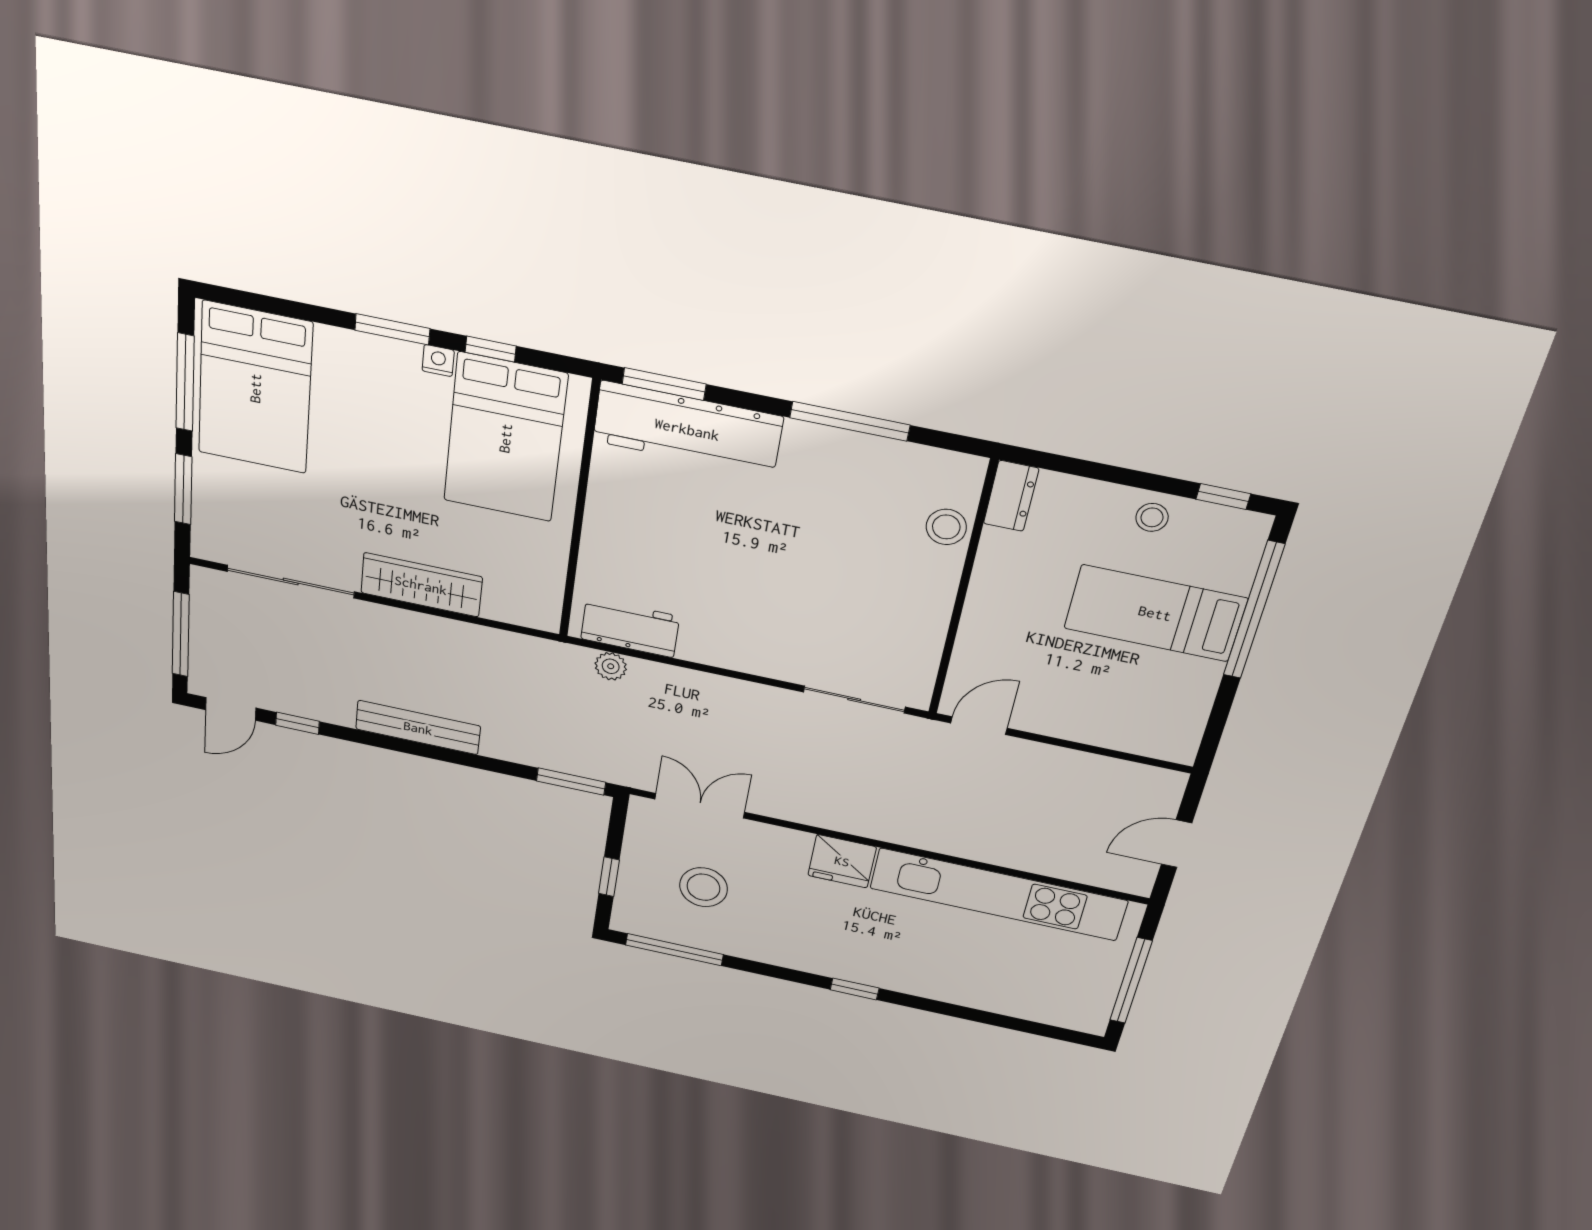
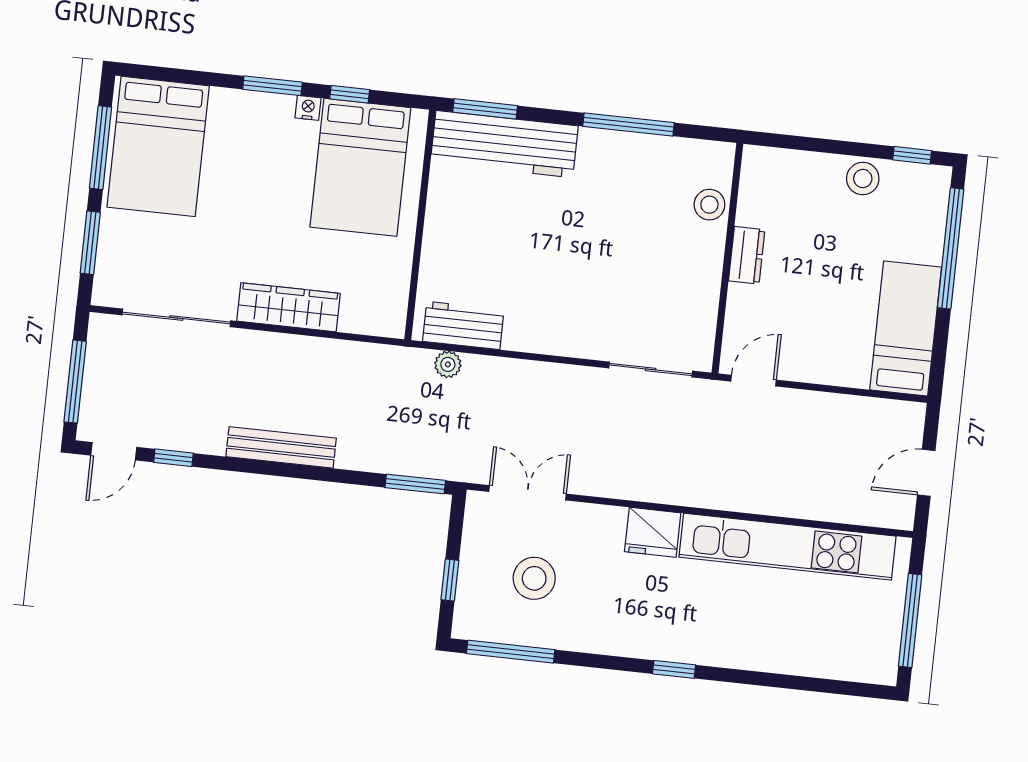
dresser: (1011, 496) -> (747, 255), moved
stool: (1152, 517) -> (863, 179), width x1.37, depth x1.37
bed: (1155, 613) -> (906, 329), moved, turned 90

